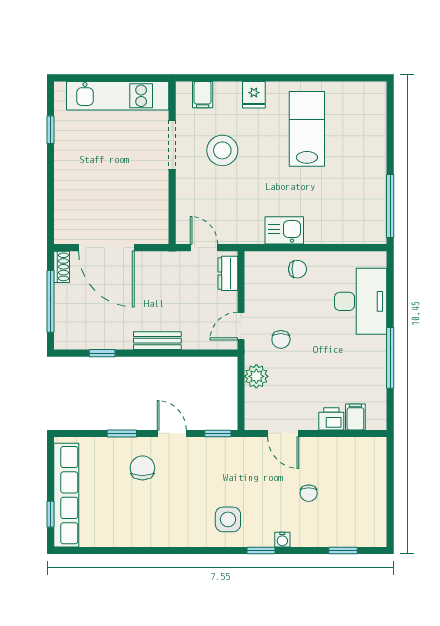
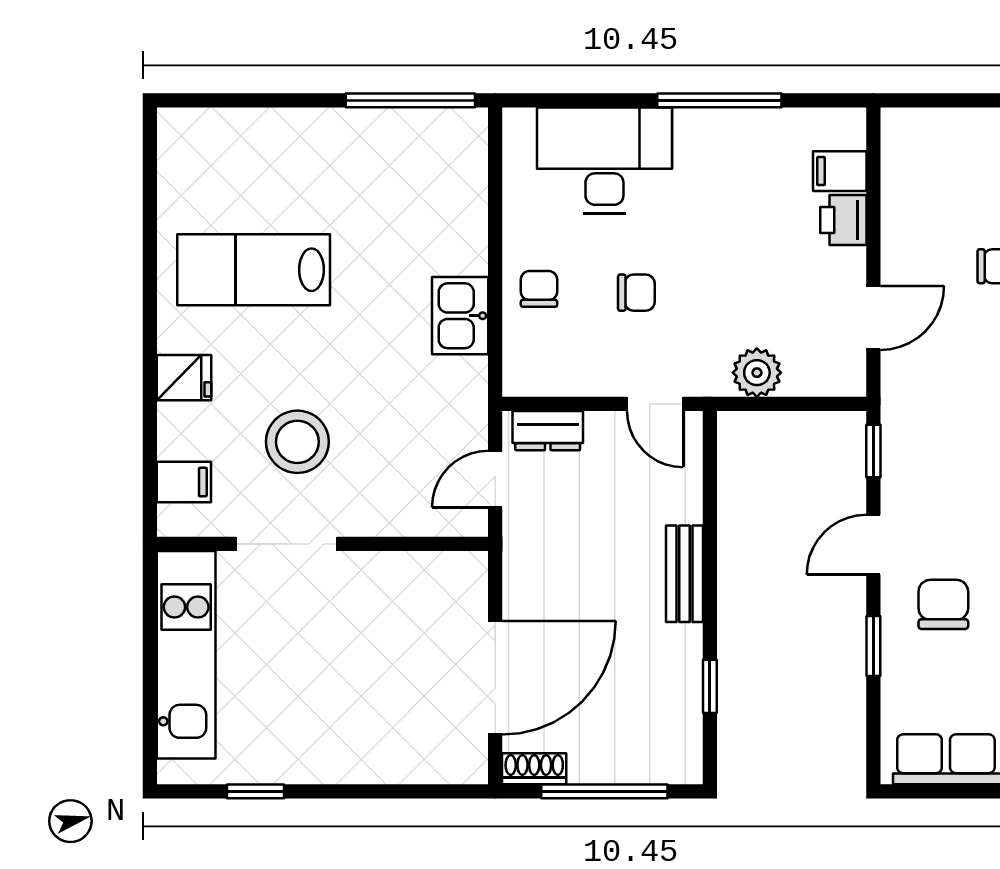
chair: (281, 339) -> (636, 293), moved
chair: (142, 468) -> (943, 604), turned 90

